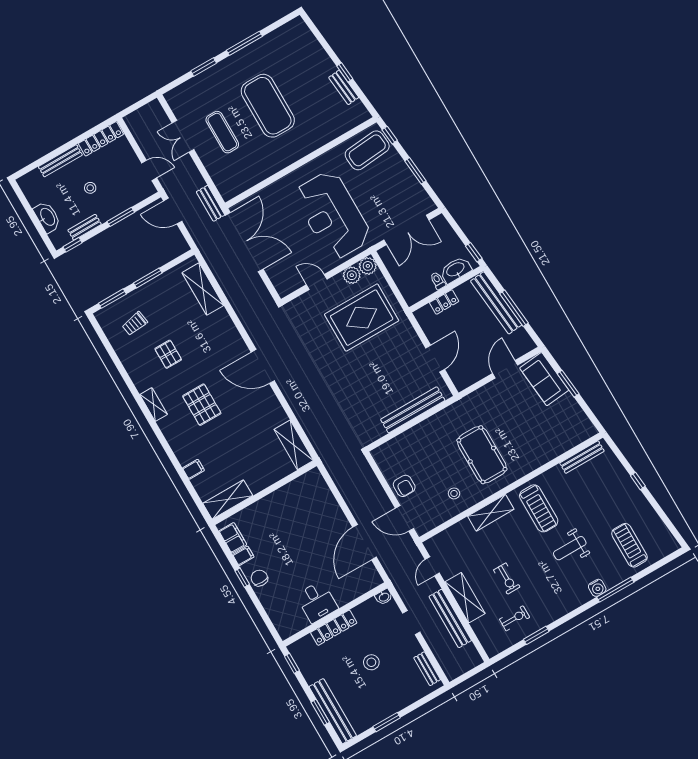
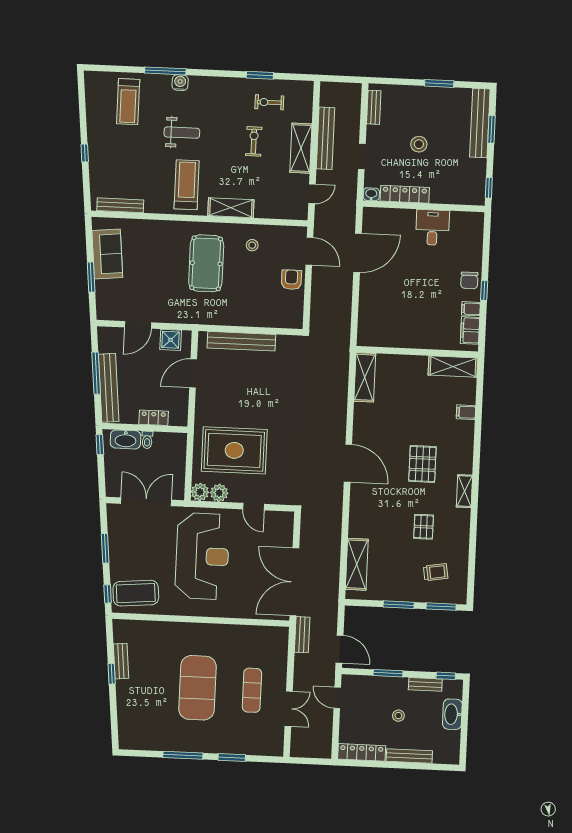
shower: (471, 374) -> (171, 340), added
sofa: (544, 379) -> (107, 254), moved
locker: (334, 628) -> (405, 194), moved

